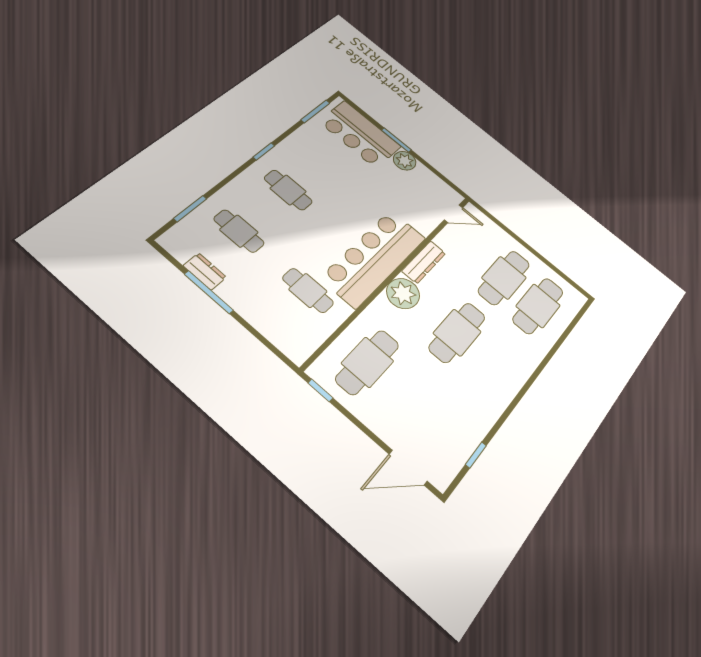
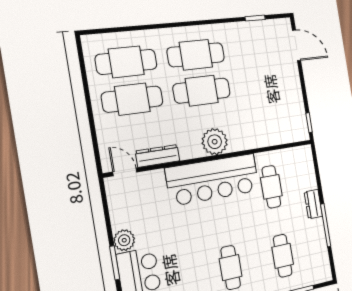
dresser: (424, 262) -> (158, 156), moved
dresser: (205, 271) -> (313, 204), moved
cafe table: (368, 362) -> (196, 55), moved

